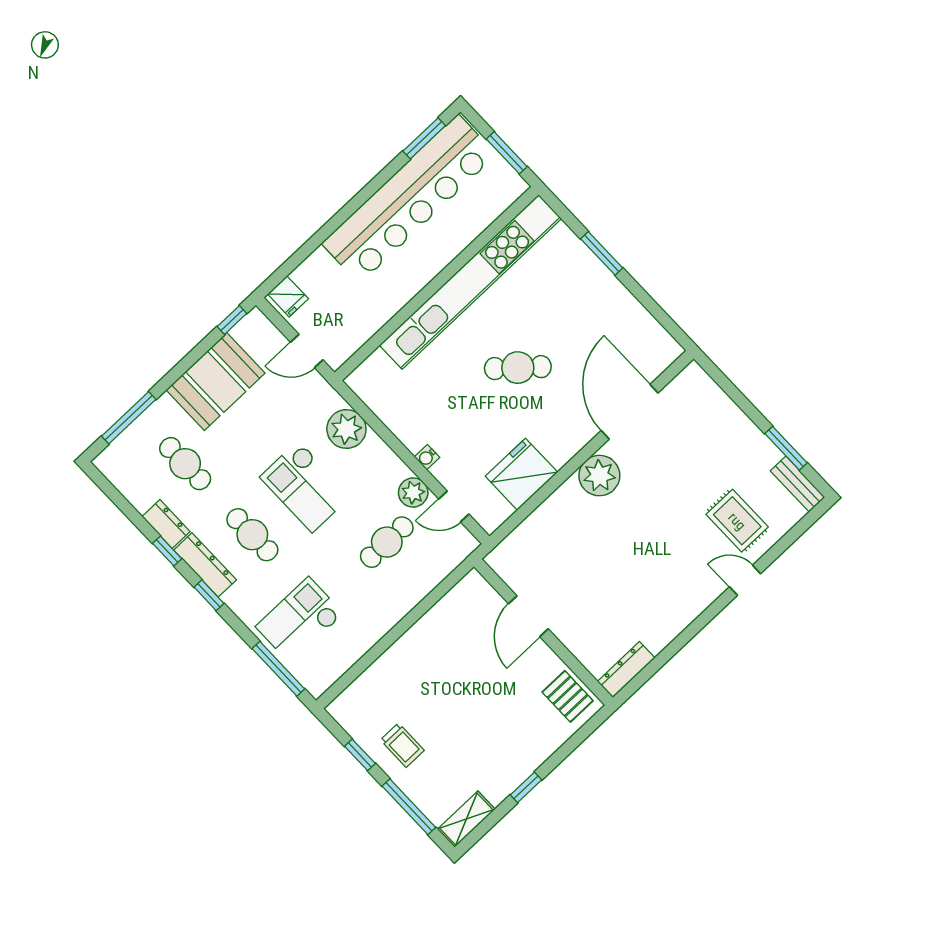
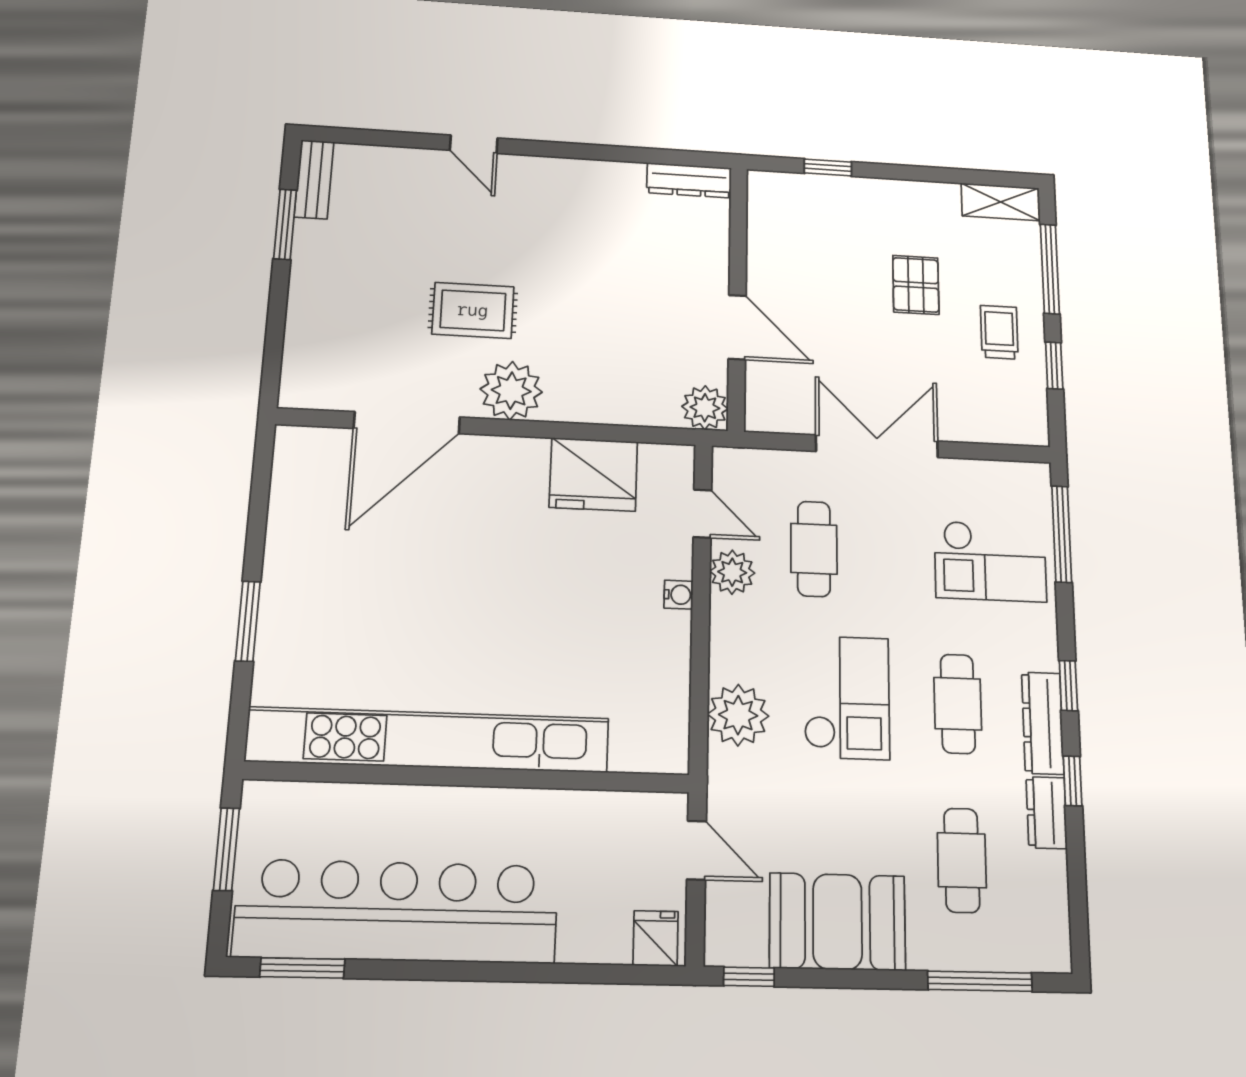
cafe table: (518, 368) -> (477, 590), removed
rug: (737, 521) -> (473, 310), moved, turned 90
cafe table: (387, 542) -> (814, 549), turned 90
plant: (503, 560) -> (705, 408), added
door: (528, 616) -> (737, 327), hinge flipped
double door: (406, 624) -> (877, 446), added
pallet: (568, 696) -> (916, 285), moved
window: (526, 787) -> (828, 167), moved

